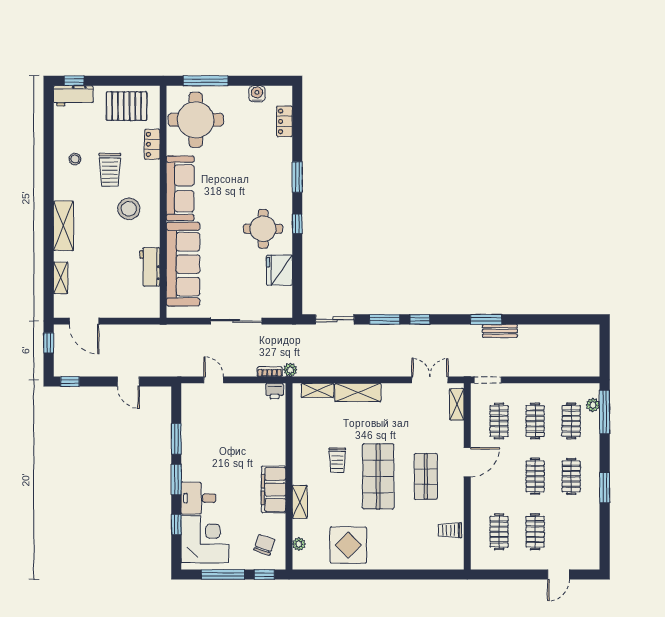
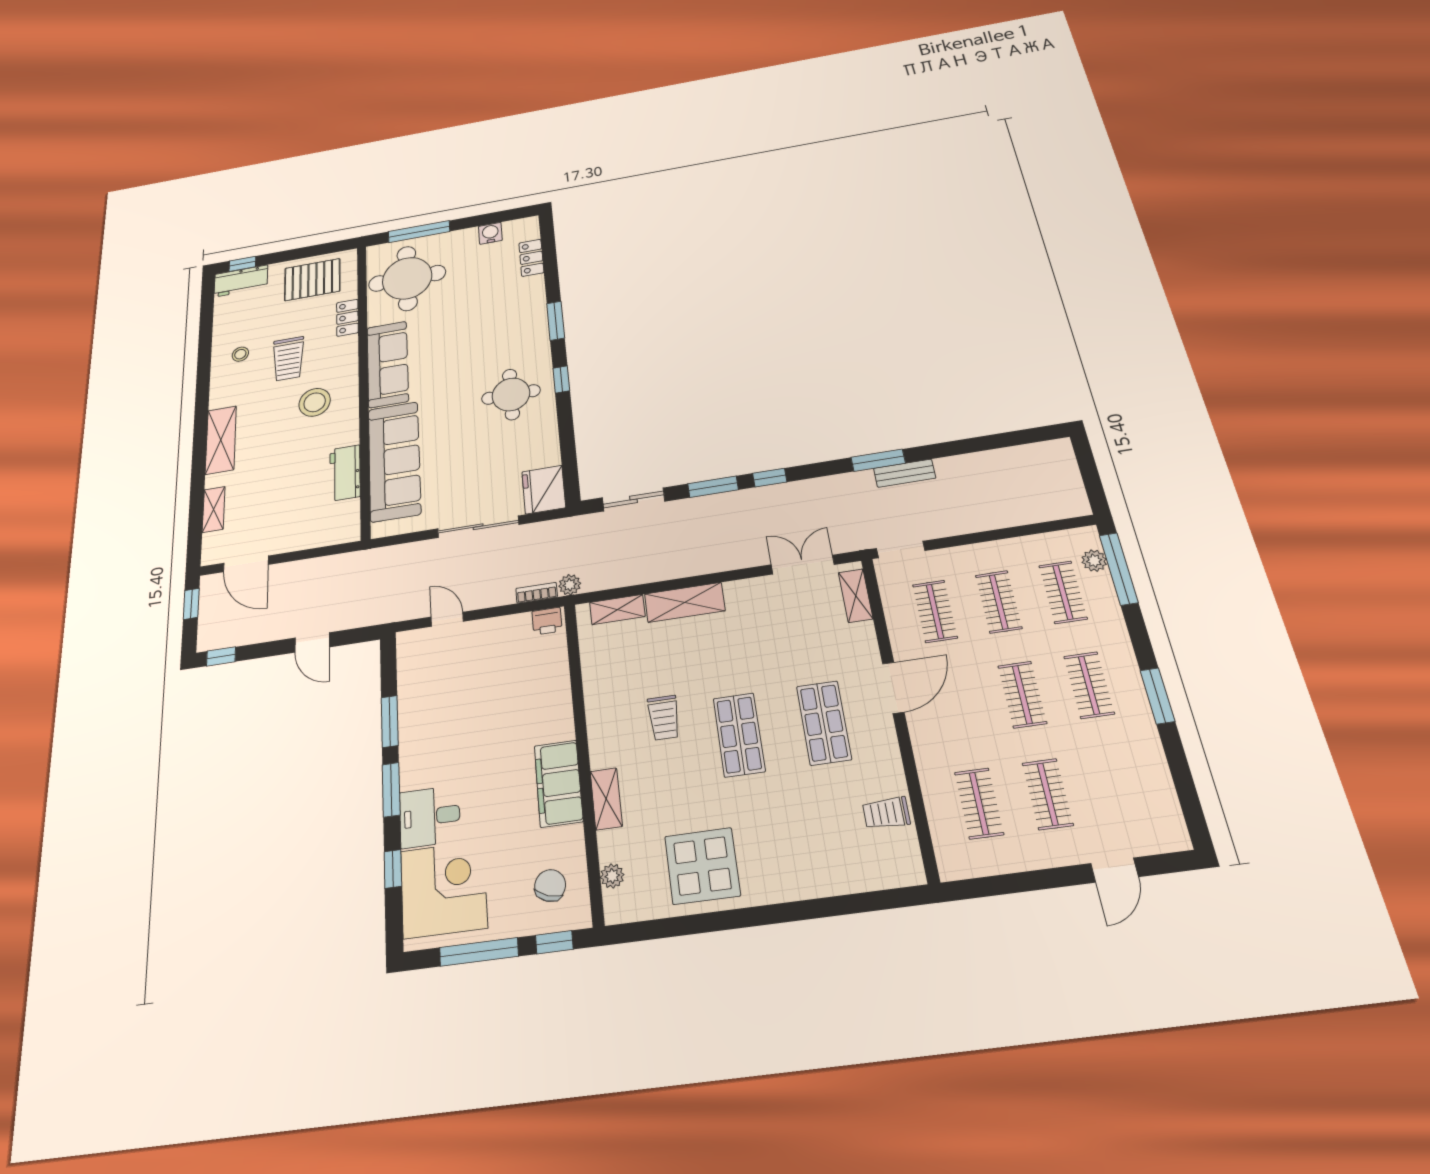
fridge: (279, 270) -> (544, 490), moved
shop shelf: (378, 476) -> (739, 735), width x0.70, depth x0.74

